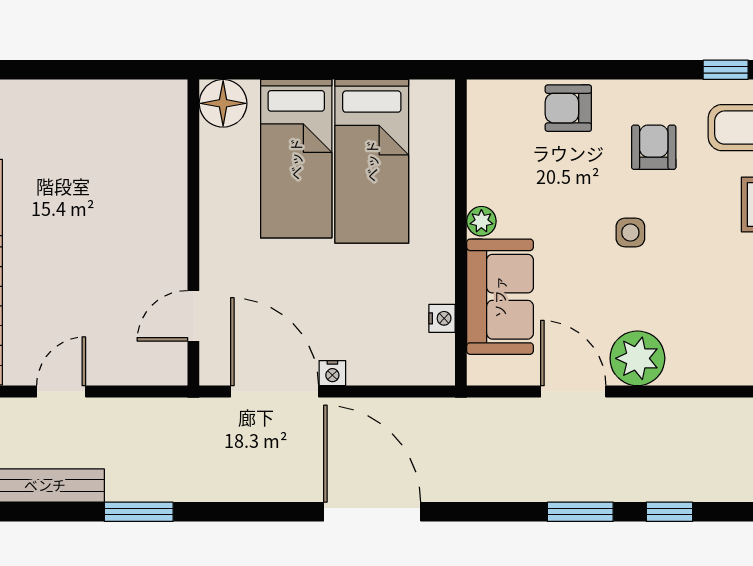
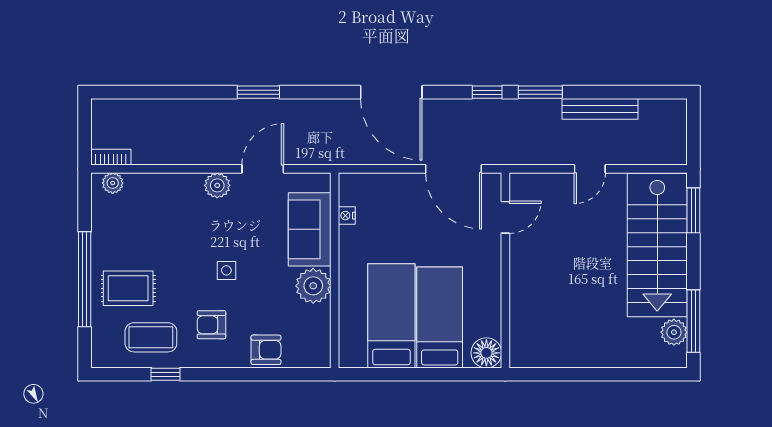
armchair: (654, 147) -> (211, 325), turned 90
plant: (481, 221) -> (313, 286), width x1.88, depth x1.88
plant: (637, 358) -> (217, 185), width x0.73, depth x0.73
nightstand: (332, 373) -> (417, 181), removed
door: (573, 392) -> (263, 169), swing flipped
window: (669, 512) -> (487, 92), moved

